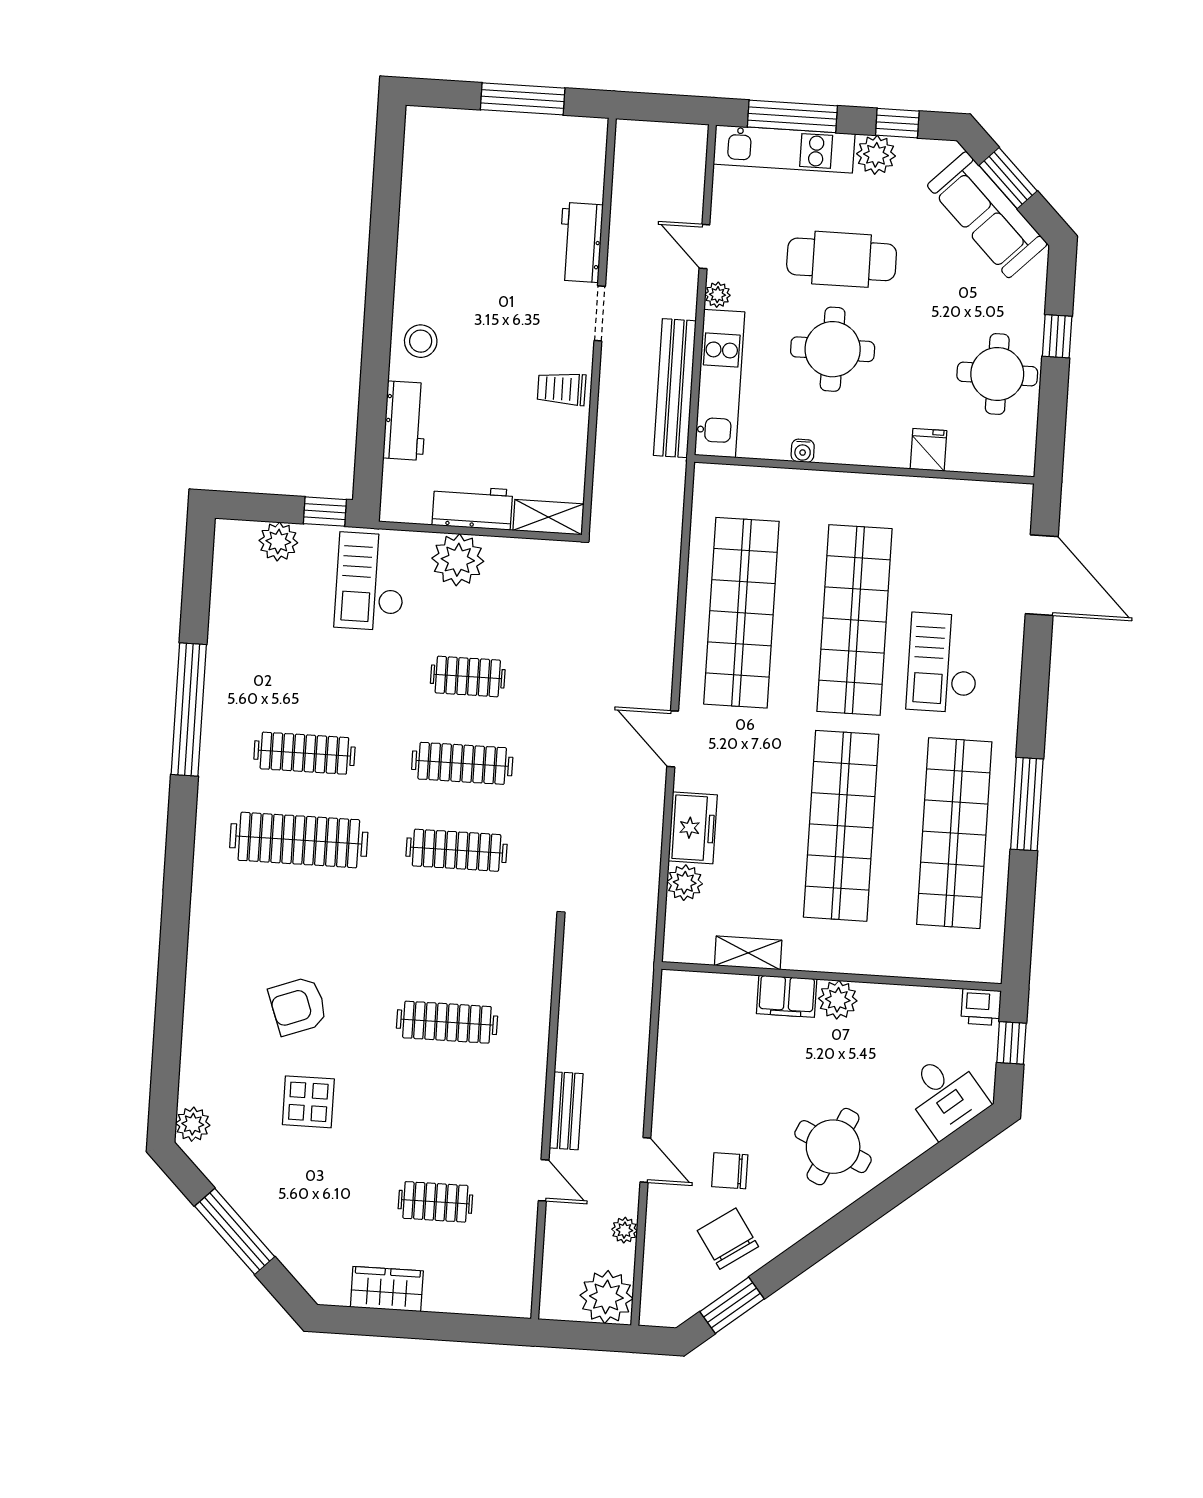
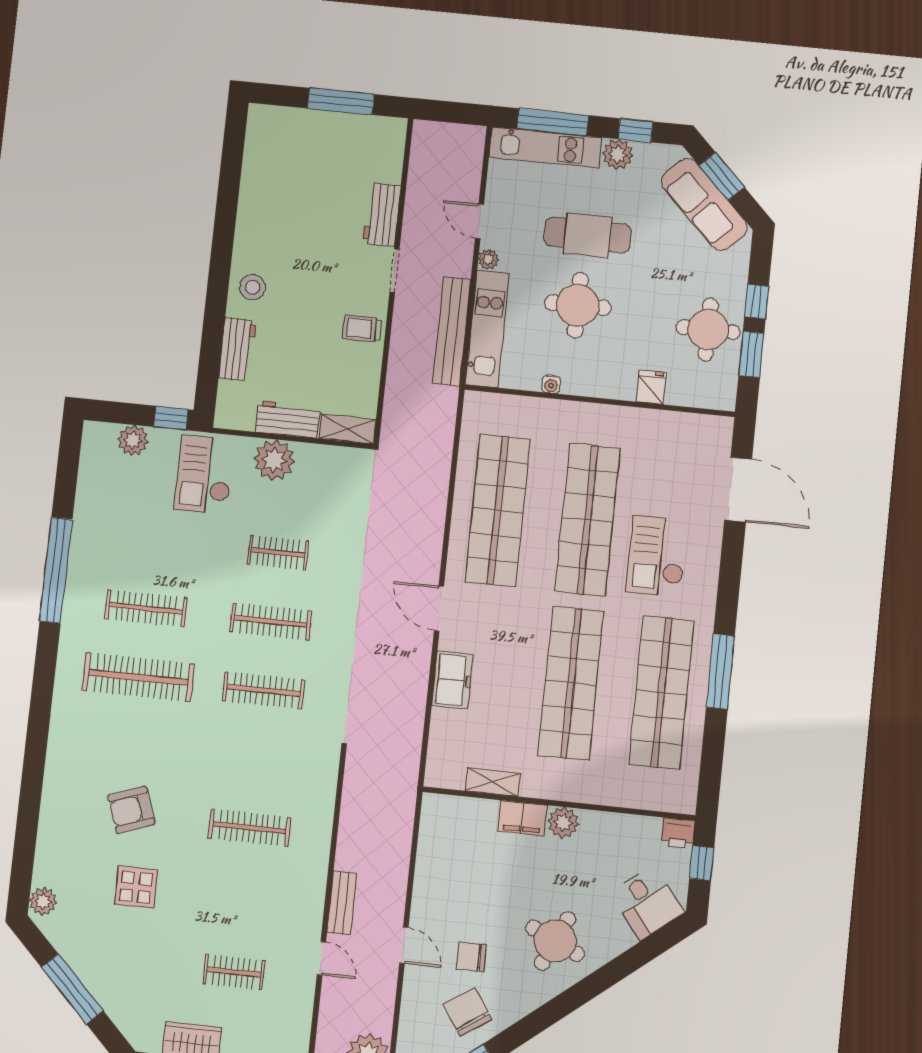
window: (1053, 404) -> (751, 354), added
plant: (685, 883) -> (444, 724), removed
plant: (624, 1230) -> (385, 1001), removed

